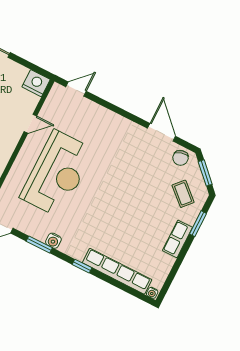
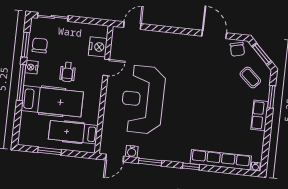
nightstand: (36, 83) -> (98, 47), moved, turned 90
reception desk: (57, 174) -> (143, 99), turned 180
water cooler: (53, 241) -> (132, 151), moved

